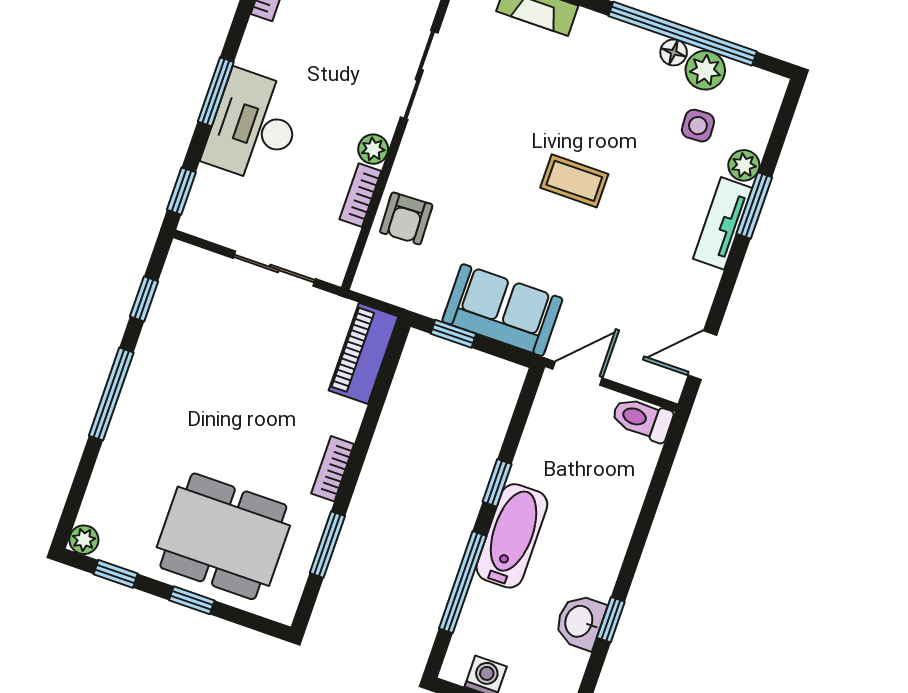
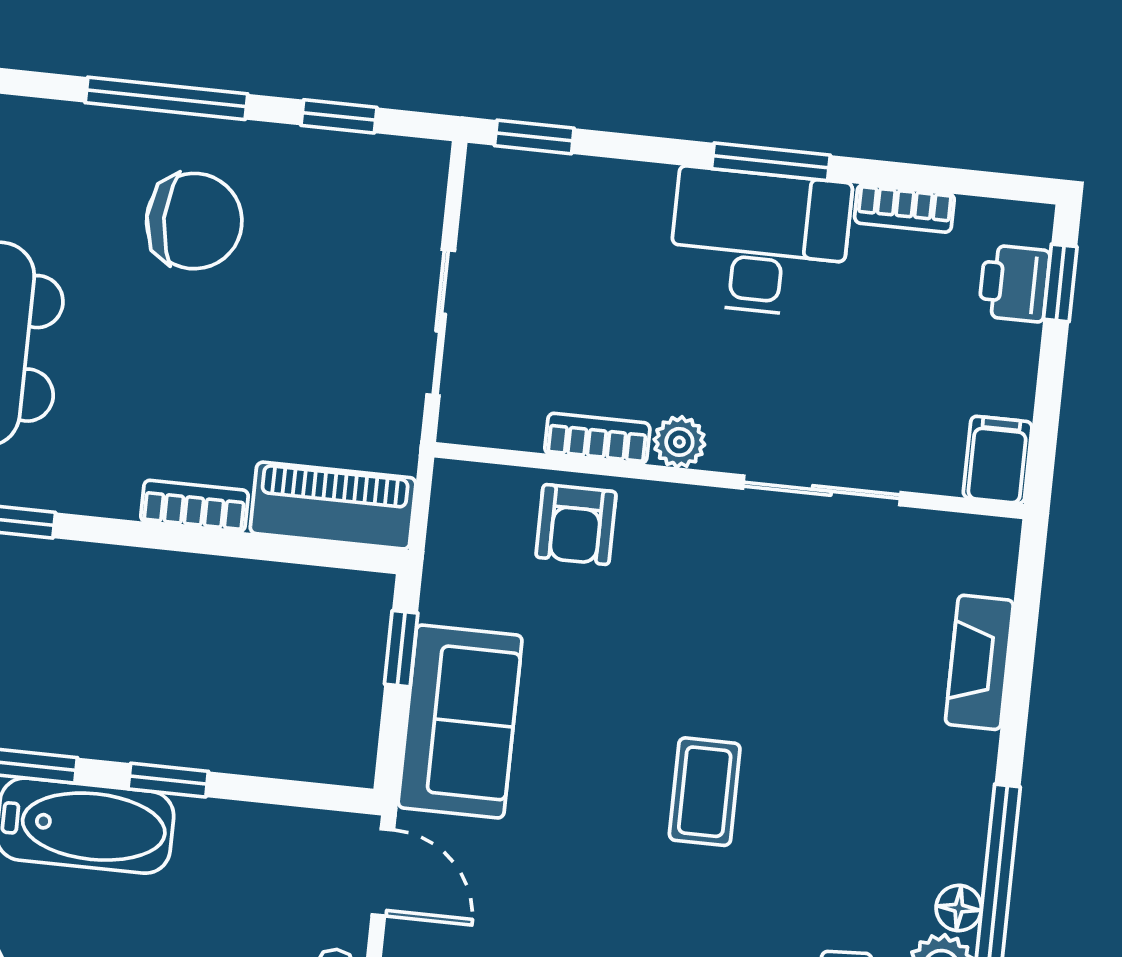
window: (216, 92) -> (771, 162), moved
desk: (254, 126) -> (759, 242), moved
armchair: (406, 218) -> (576, 525), turned -88
chair: (184, 395) -> (194, 221), added
bookcase: (333, 469) -> (194, 506), moved

